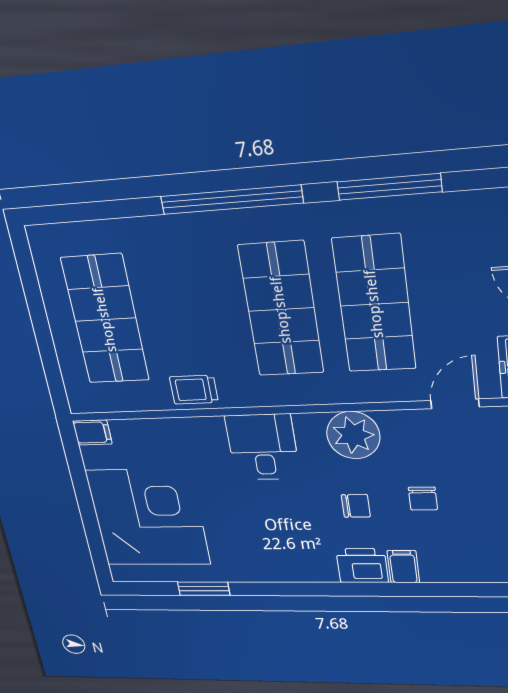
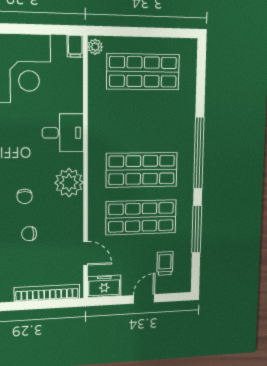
trolley: (194, 390) -> (165, 263), moved
plant: (85, 401) -> (95, 47), added
plant: (353, 435) -> (69, 183), moved
desk: (263, 447) -> (63, 133), moved

